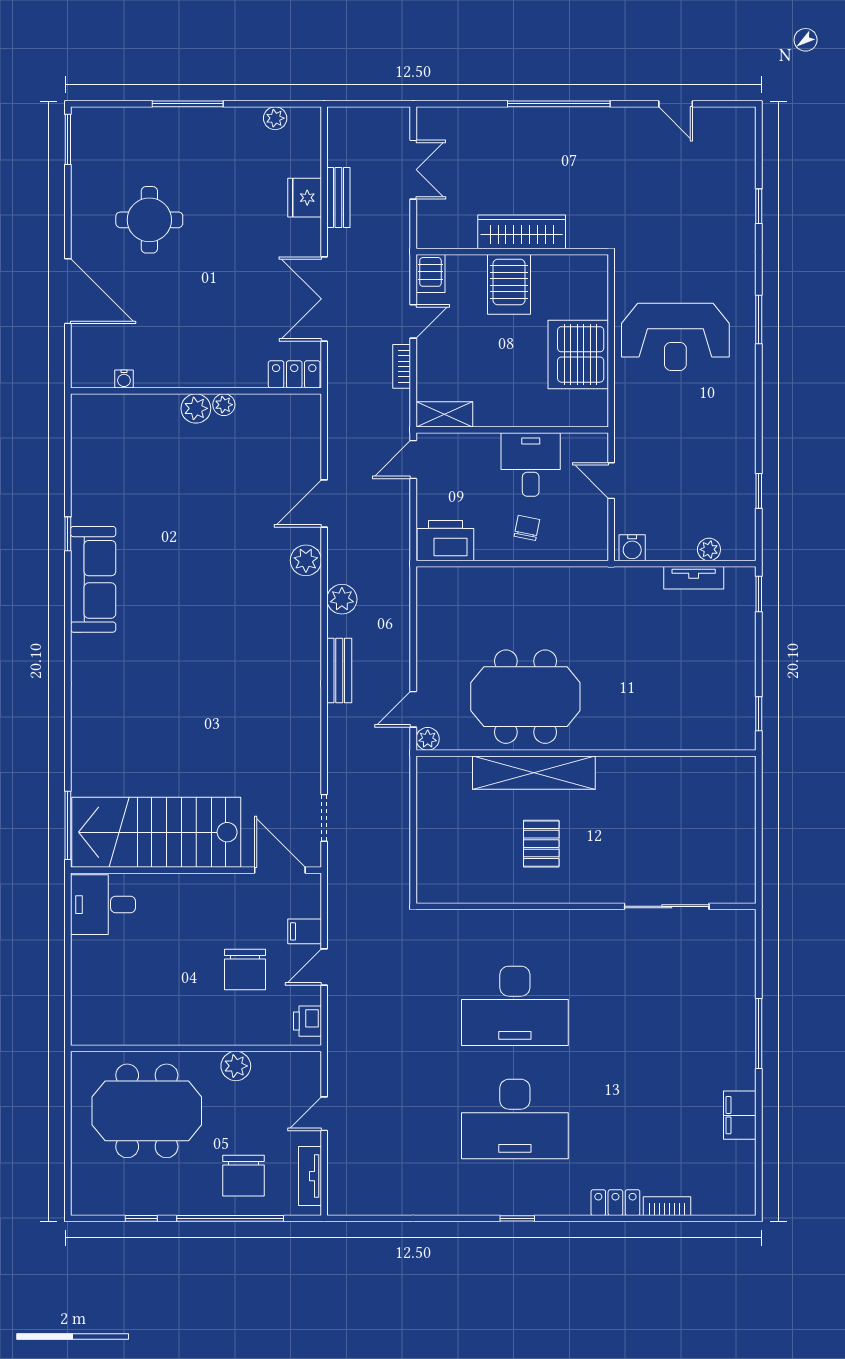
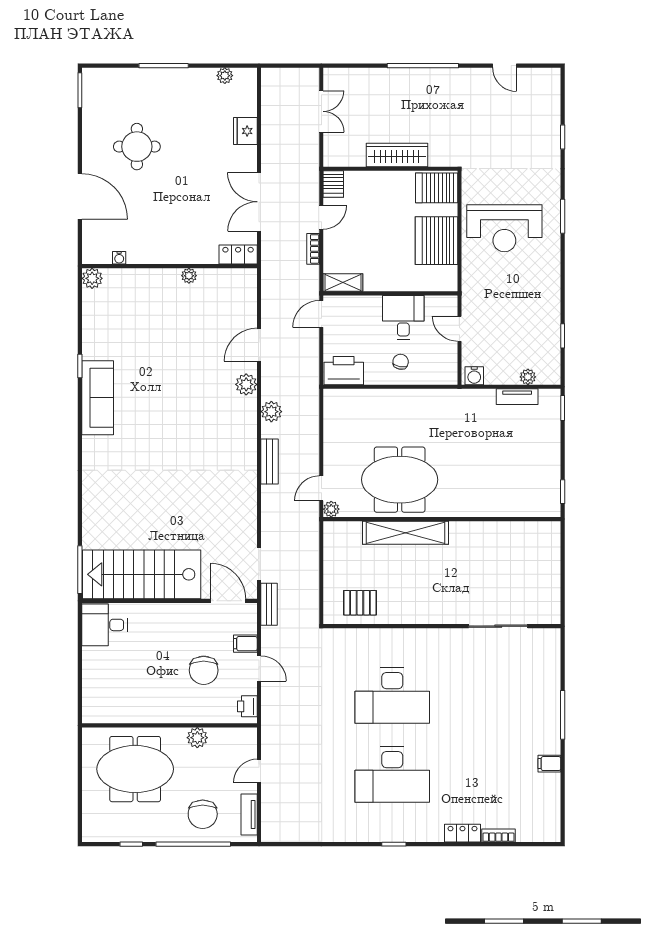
bench: (338, 197) -> (269, 604), moved
server rack: (509, 284) -> (437, 188), moved, turned 90
plant: (196, 408) -> (92, 278), moved
pallet: (541, 844) -> (360, 603), moved, turned 90
door: (324, 967) -> (259, 669), swing flipped
filing cabinet: (740, 1115) -> (549, 764), width x0.50

